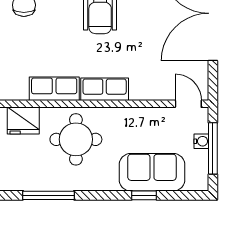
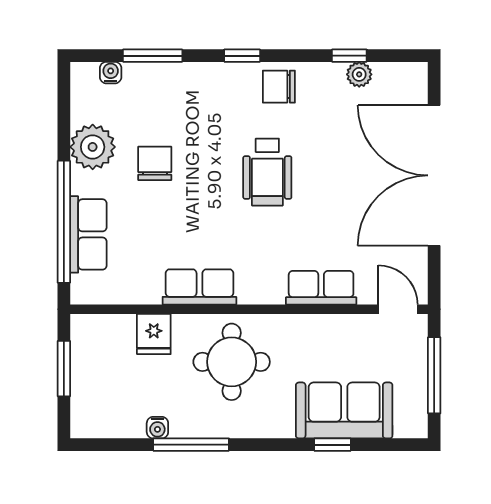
row of seats: (105, 89) -> (321, 288), moved
fridge: (23, 121) -> (154, 334), width x0.72
water cooler: (201, 141) -> (157, 428), moved, turned 90

